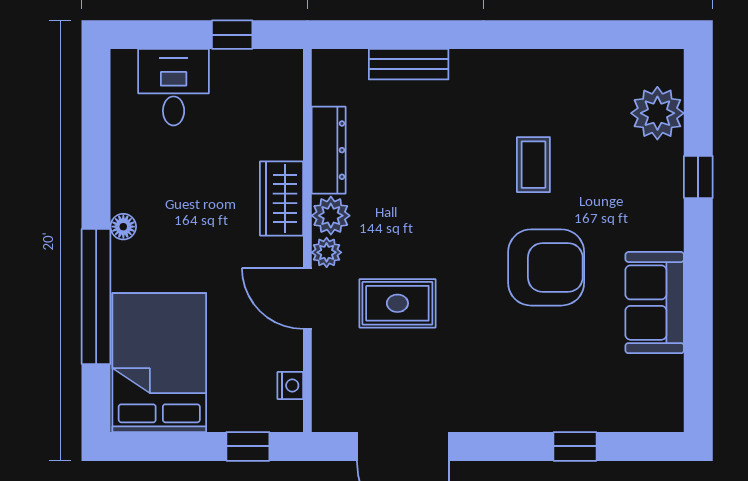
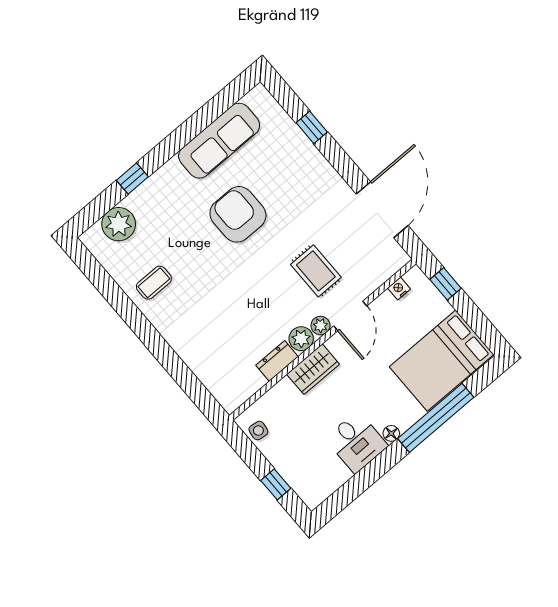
window: (232, 35) -> (276, 484), moved
bench: (409, 64) -> (197, 363), removed
side table: (264, 69) -> (258, 431), added
desk: (174, 87) -> (356, 442), moved, turned -90
dresser: (329, 150) -> (277, 361), width x0.70
coffee table: (533, 165) -> (154, 283), moved
sofa: (655, 303) -> (219, 141), width x1.36

